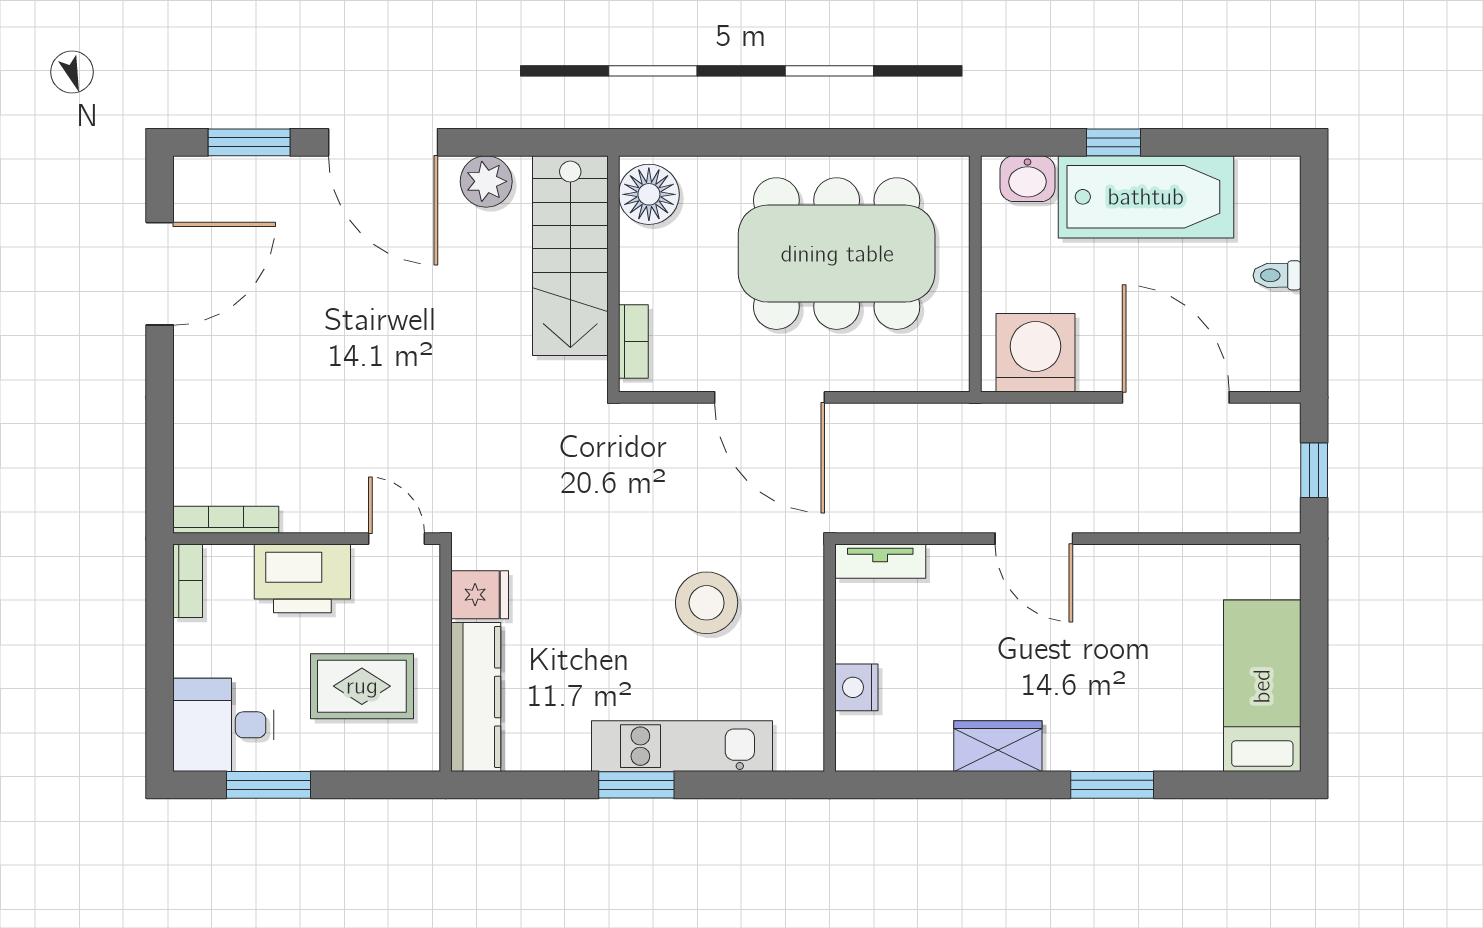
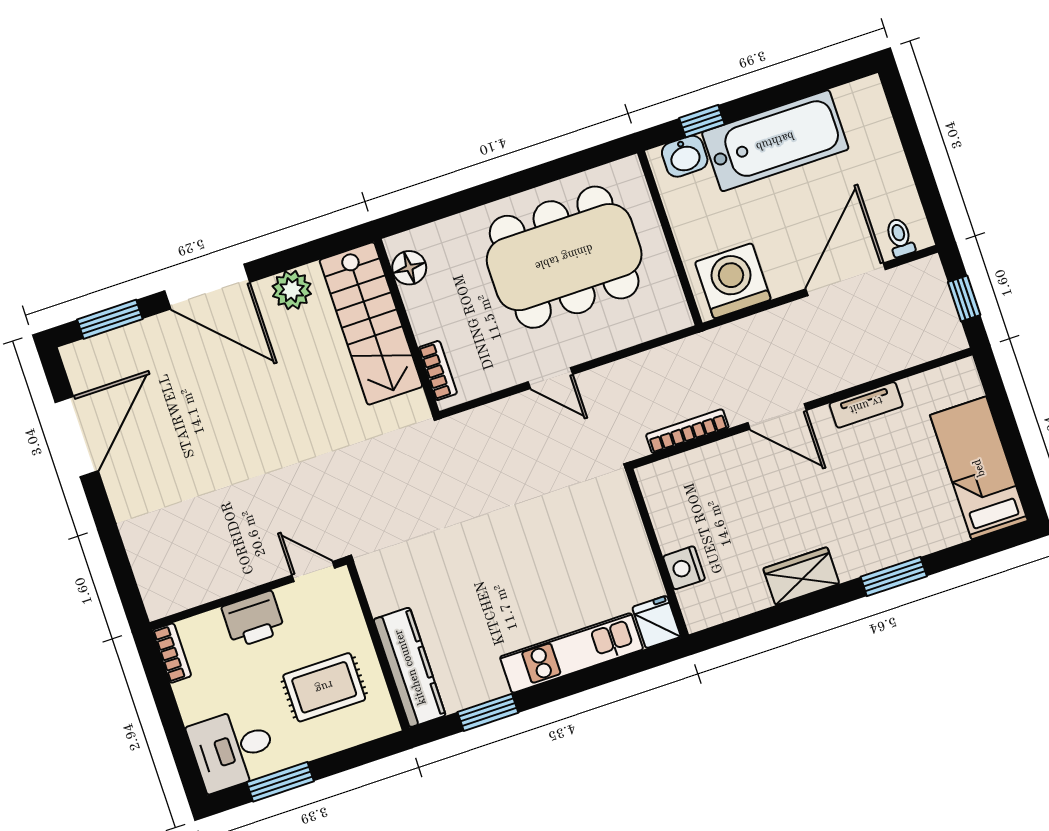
window: (1114, 142) -> (702, 121), moved
floor lamp: (649, 194) -> (409, 268), width x0.73, depth x0.73
toilet: (1277, 275) -> (900, 238), moved, turned 90
door: (770, 397) -> (550, 378), width x0.53
door: (1176, 397) -> (846, 279), hinge flipped
bookcase: (226, 520) -> (687, 431), moved
tv unit: (880, 561) -> (866, 405), moved
printer: (302, 578) -> (253, 619), width x0.73, depth x0.84
fridge: (480, 595) -> (656, 622), moved, turned -90
stool: (707, 603) -> (555, 543), removed
window: (636, 785) -> (488, 712), moved

